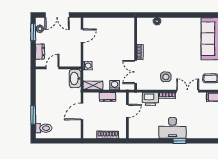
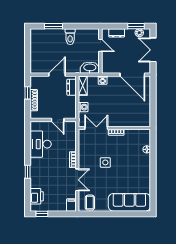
door: (82, 36) -> (132, 75), width x1.87
side table: (166, 77) -> (105, 162), moved
dresser: (108, 97) -> (71, 87), moved
printer: (150, 99) -> (37, 196), moved, turned 180
door: (82, 111) -> (57, 75), hinge flipped
toilet: (44, 128) -> (70, 37), moved
desk: (172, 128) -> (41, 144), moved
window: (100, 141) -> (28, 93), added

